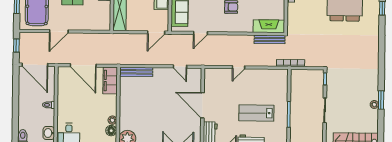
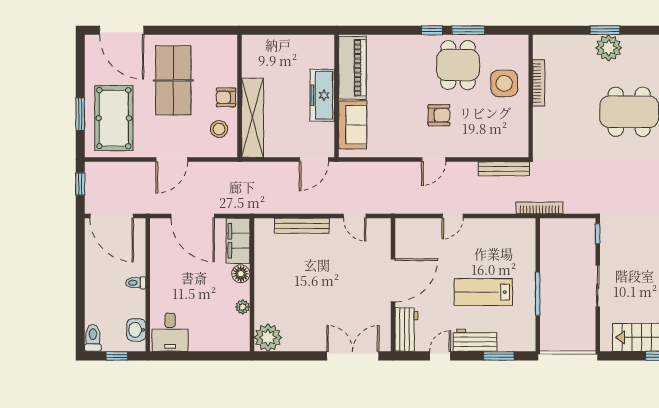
stool: (100, 14) -> (219, 129), added
fireplace: (269, 26) -> (502, 147), removed
door: (59, 31) -> (172, 160), moved
door: (201, 33) -> (434, 160), moved
bench: (136, 72) -> (302, 226), moved
door: (202, 105) -> (393, 280), swing flipped
floor lamp: (111, 131) -> (241, 274), moved

